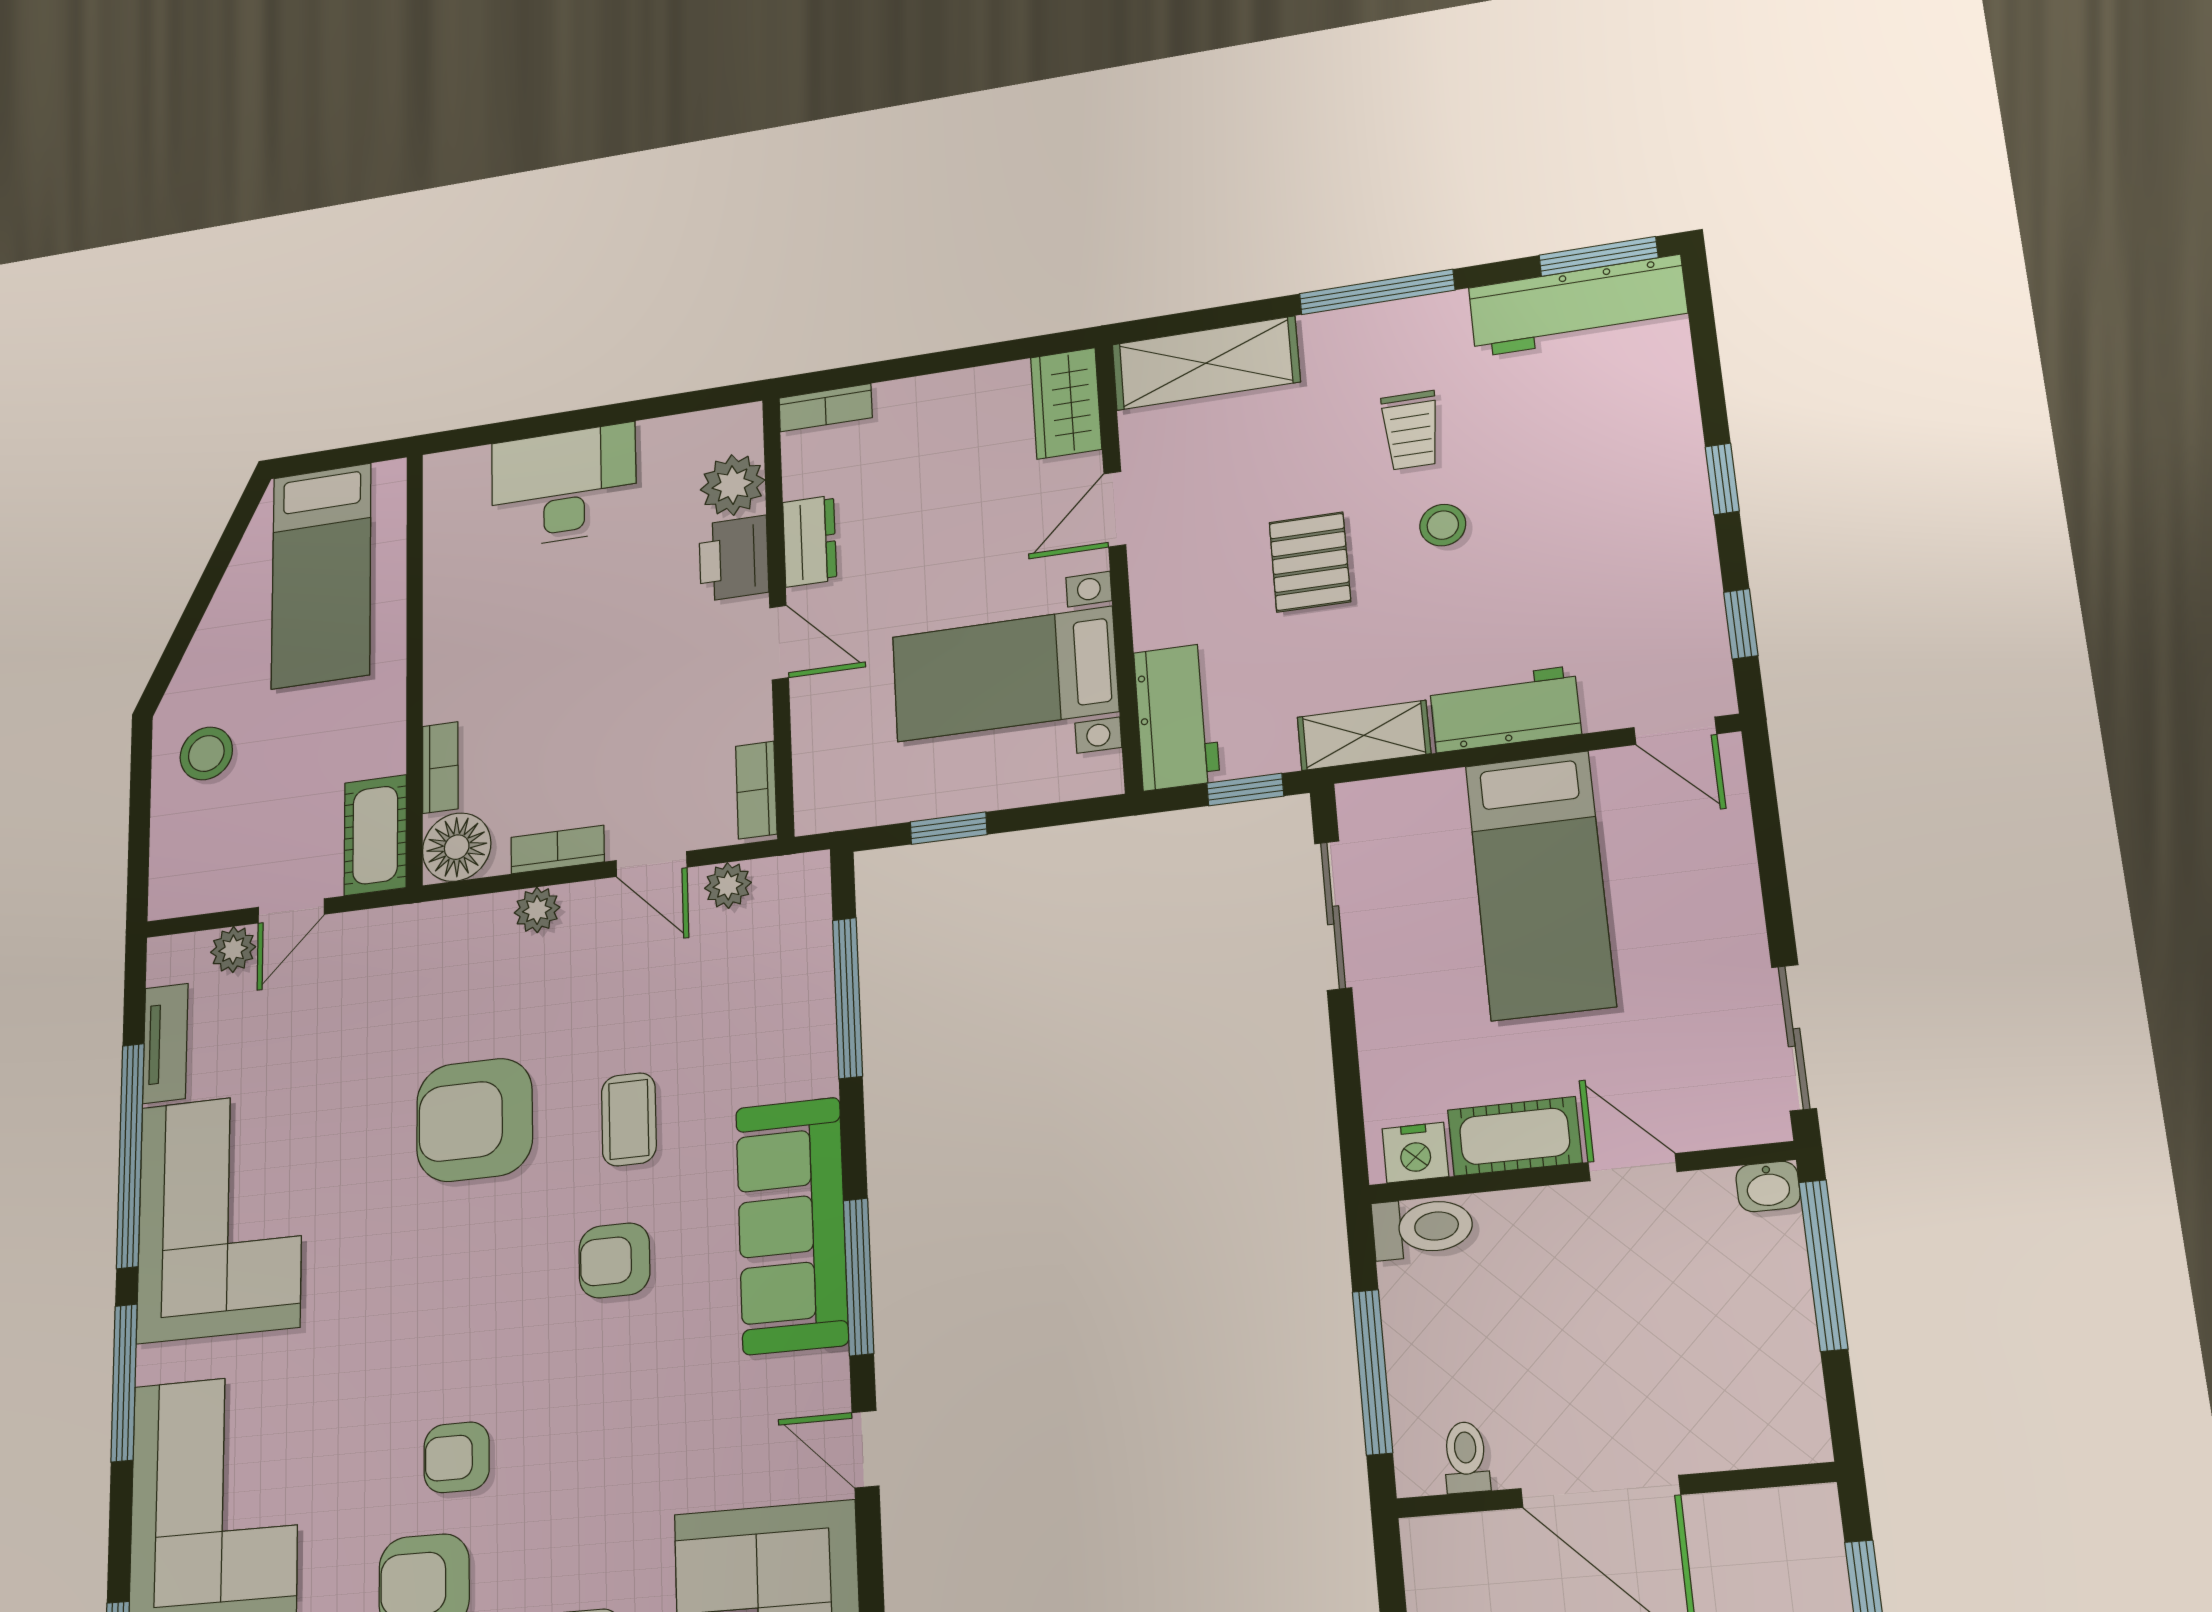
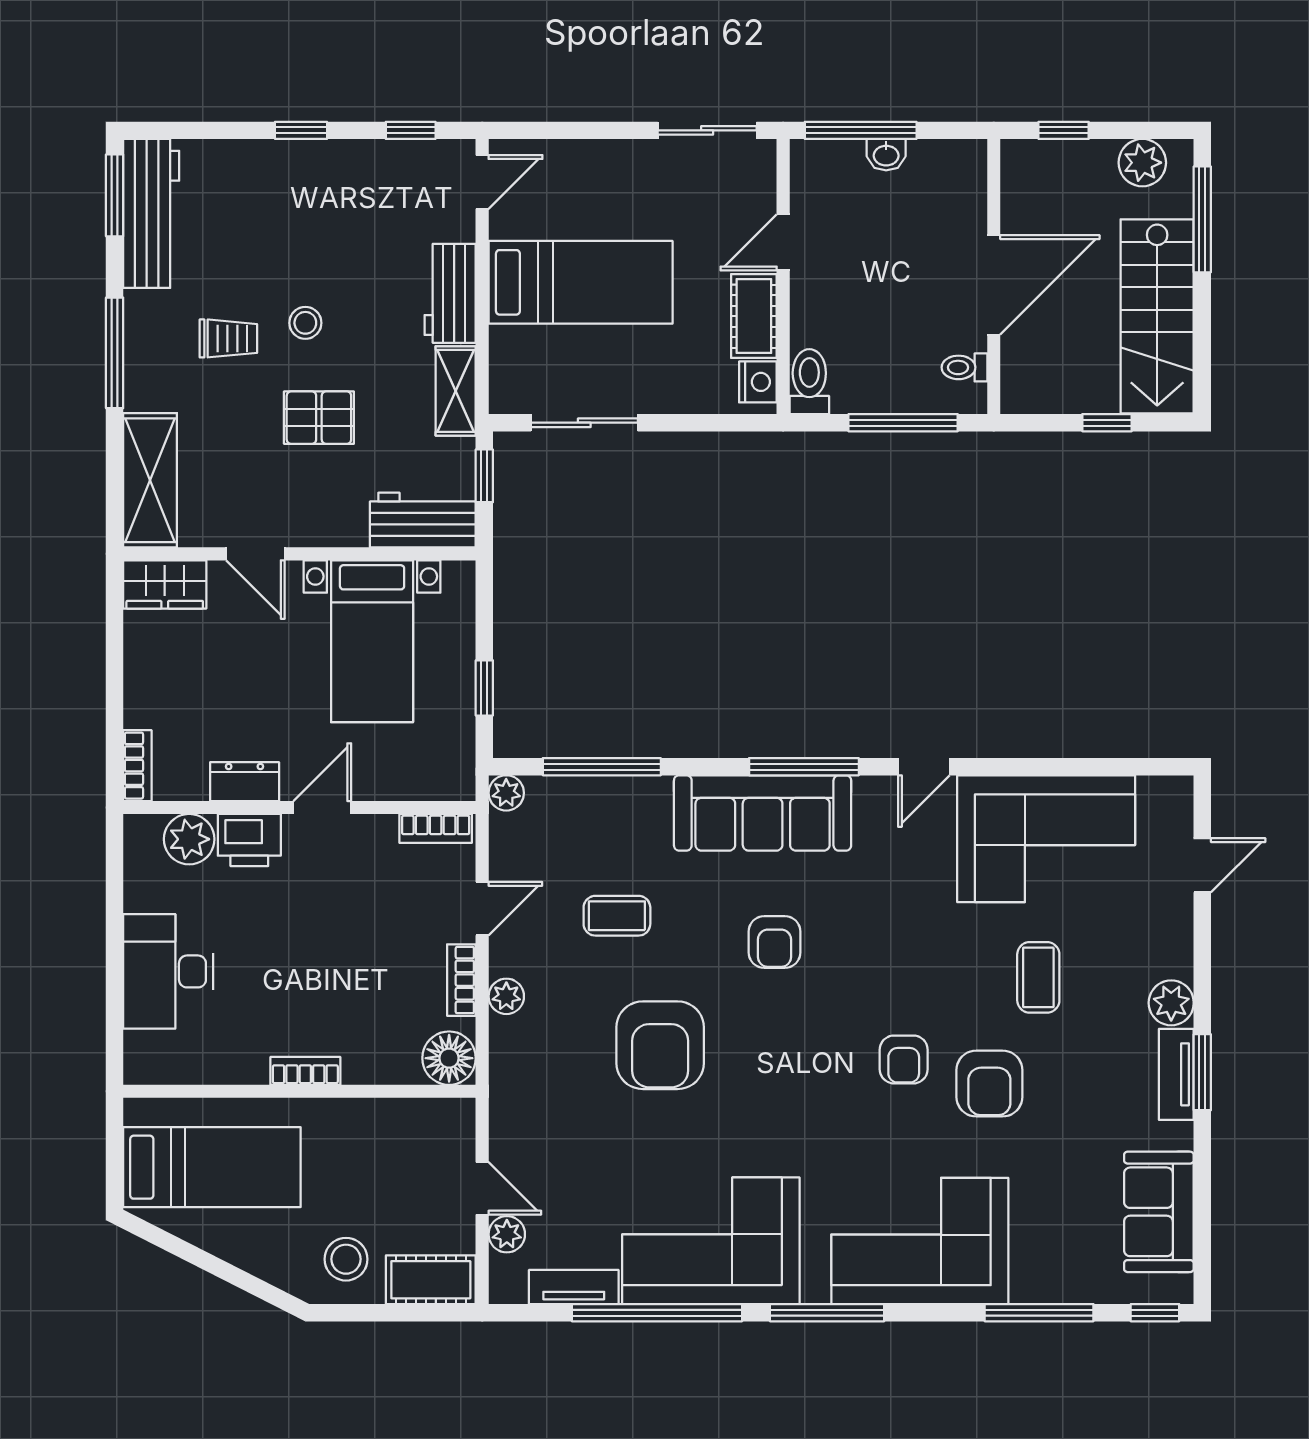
bookcase: (440, 767) -> (305, 1071), moved
cot: (375, 835) -> (431, 1280), moved
plant: (728, 885) -> (506, 793), moved
coffee table: (629, 1119) -> (617, 916), moved
washbasin: (1768, 1186) -> (886, 155), moved, turned 90

